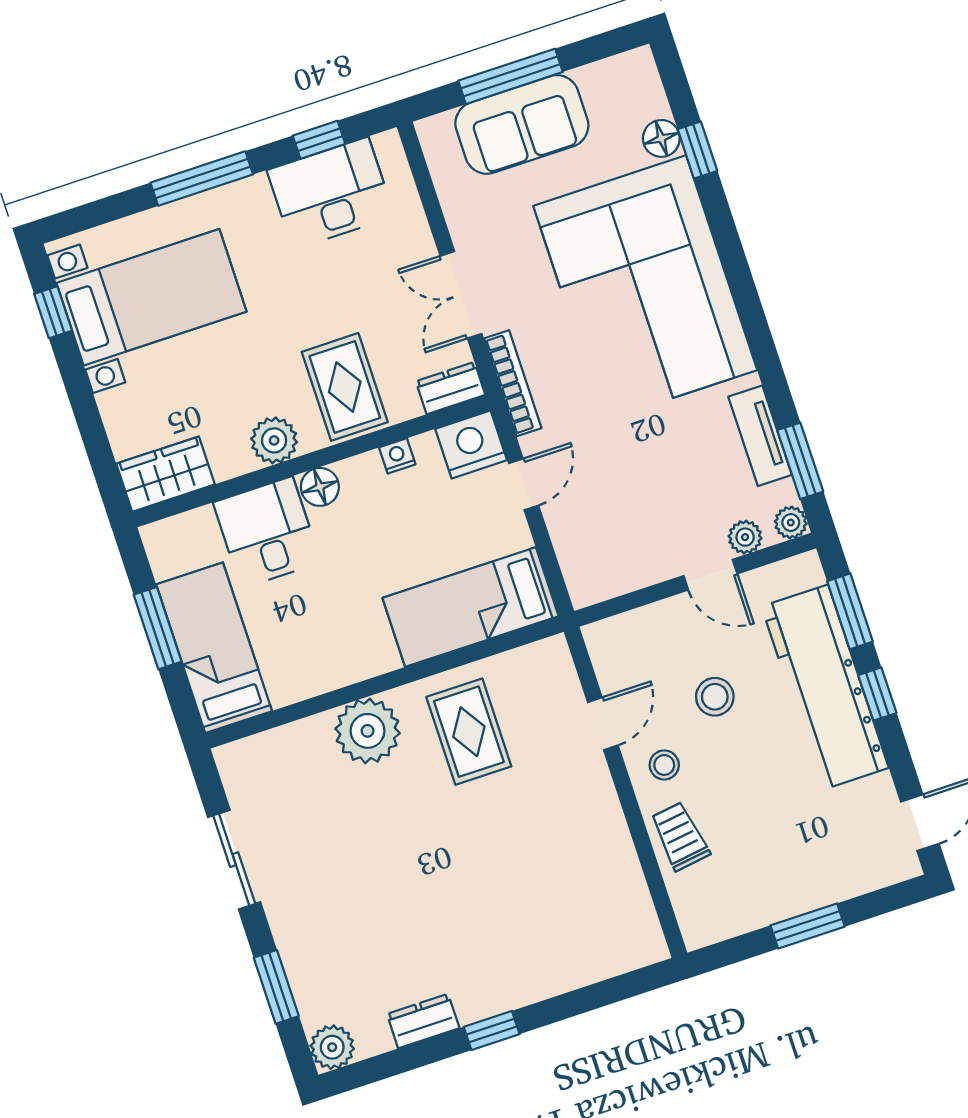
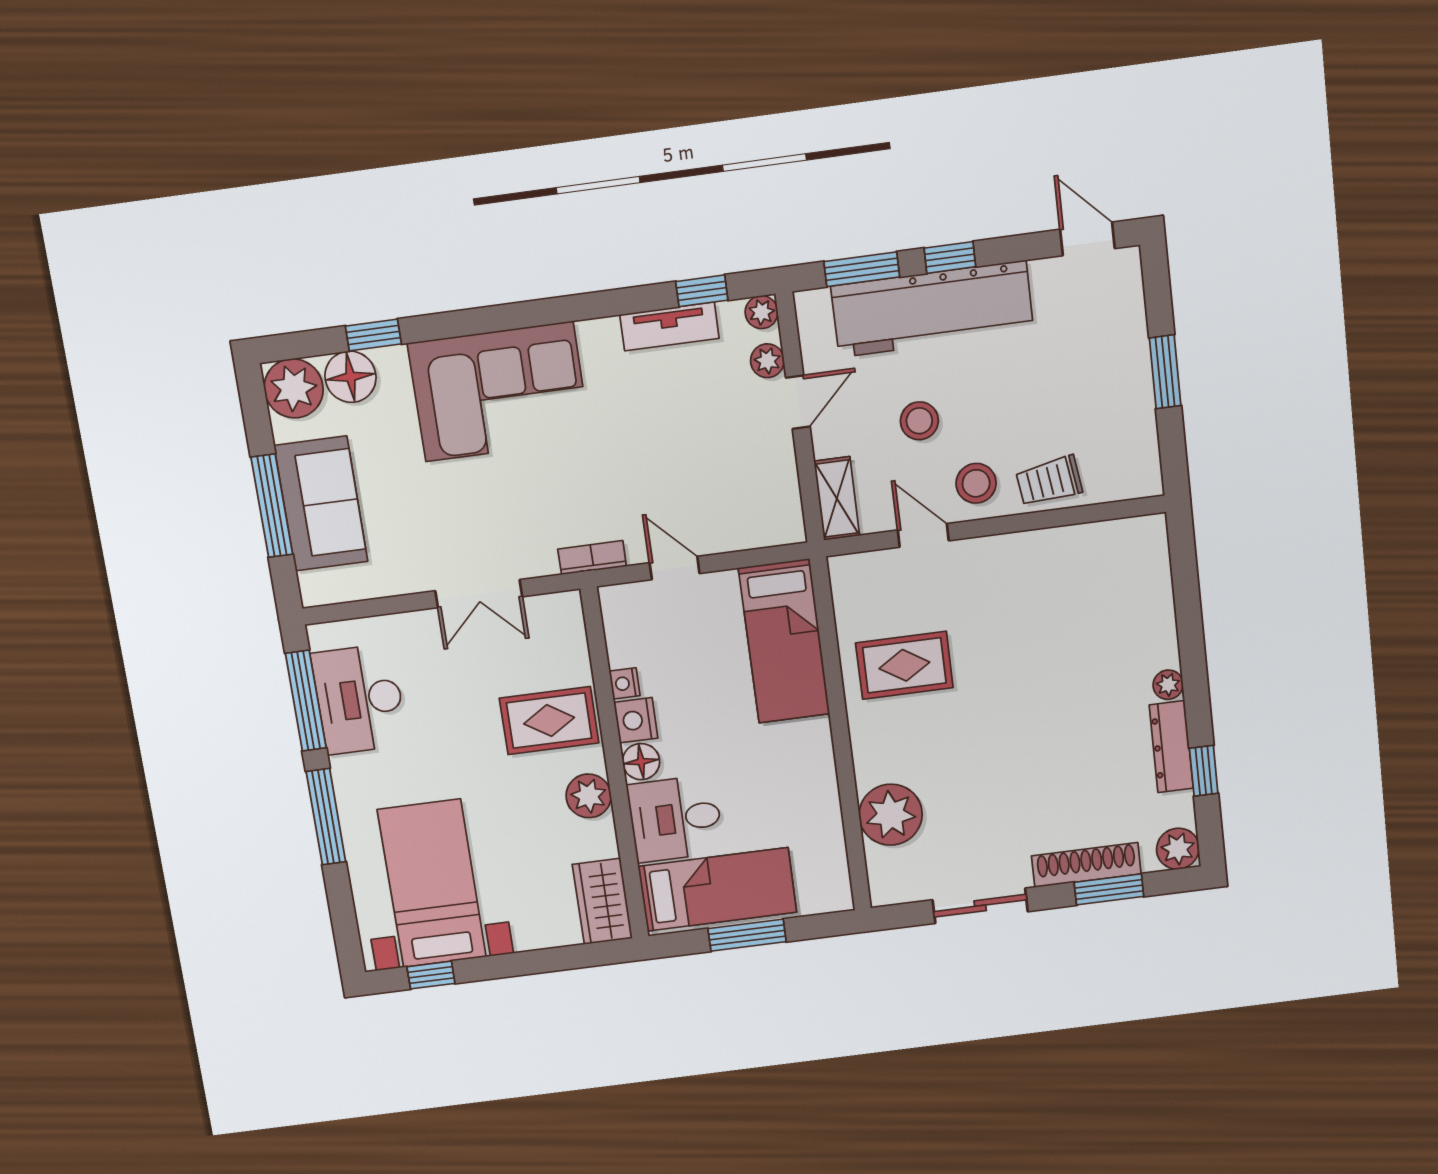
plant: (631, 80) -> (294, 388), added
floor lamp: (661, 138) -> (350, 377), width x1.38, depth x1.38
window: (319, 140) -> (306, 701), width x2.17
corner sofa: (645, 288) -> (499, 392), width x0.73, depth x0.74
bookcase: (513, 383) -> (592, 558), width x0.64
dresser: (451, 388) -> (568, 621), removed
nightstand: (471, 444) -> (636, 720), moved, width x0.74, depth x0.75
window: (800, 461) -> (702, 291), width x0.67
shelving: (623, 631) -> (837, 499), added
bed: (214, 648) -> (717, 889), moved, turned 180
plant: (368, 731) -> (891, 815), moved
stool: (664, 765) -> (976, 483), width x1.37, depth x1.37
shoe rack: (298, 958) -> (1086, 865), added
plant: (499, 999) -> (1168, 685), added
dresser: (423, 1021) -> (1171, 747), width x1.44
window: (492, 1030) -> (1204, 771), moved

